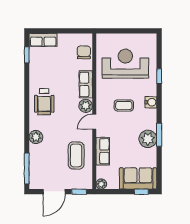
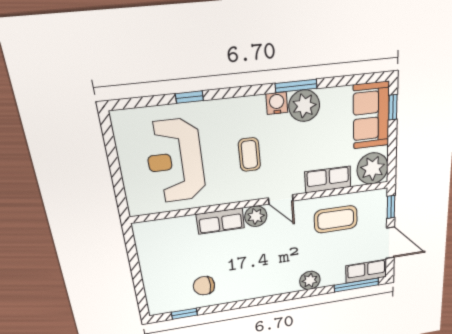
row of seats: (43, 40) -> (366, 271), moved, turned -90
chair: (84, 52) -> (204, 286), moved
wheelchair: (44, 102) -> (255, 278), removed
water cooler: (151, 102) -> (277, 103), moved
plant: (101, 184) -> (373, 168), width x1.88, depth x1.88

